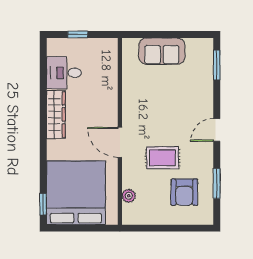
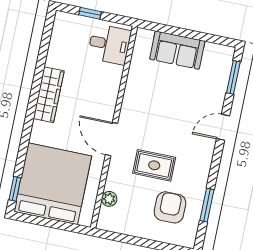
desk: (64, 73) -> (109, 44), moved, turned 180
door: (217, 130) -> (223, 127), moved
armchair: (184, 192) -> (170, 207), turned 180

